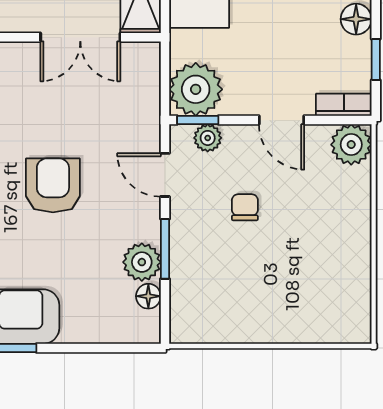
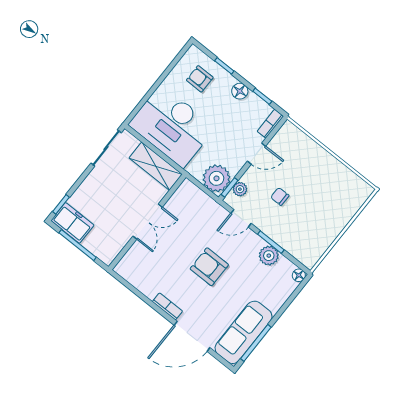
double door: (80, 37) -> (148, 222), moved
plant: (351, 145) -> (289, 133), removed
floor lamp: (148, 296) -> (299, 275), moved

